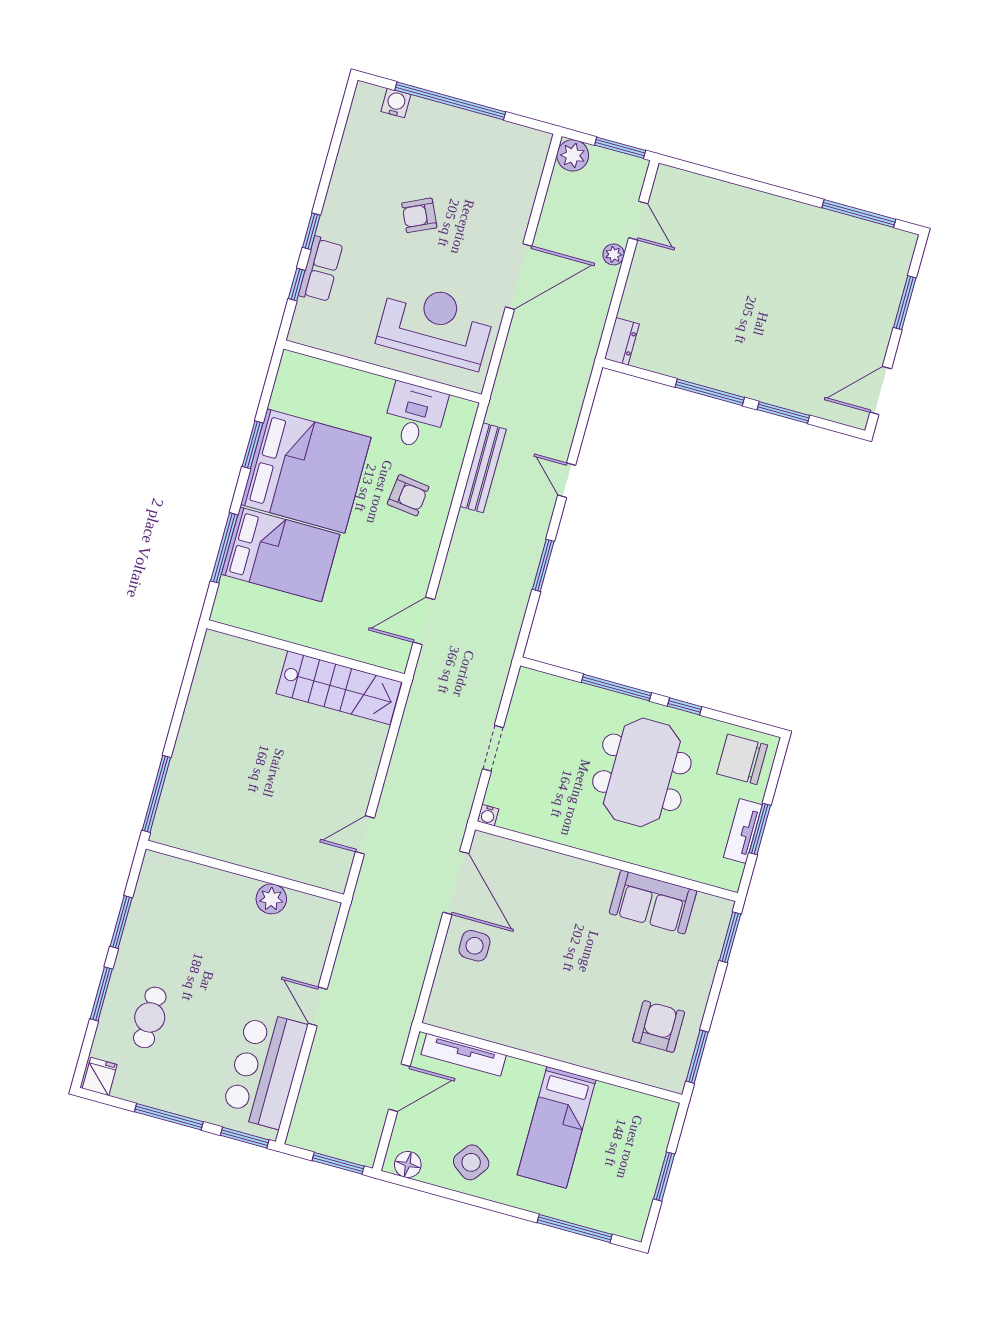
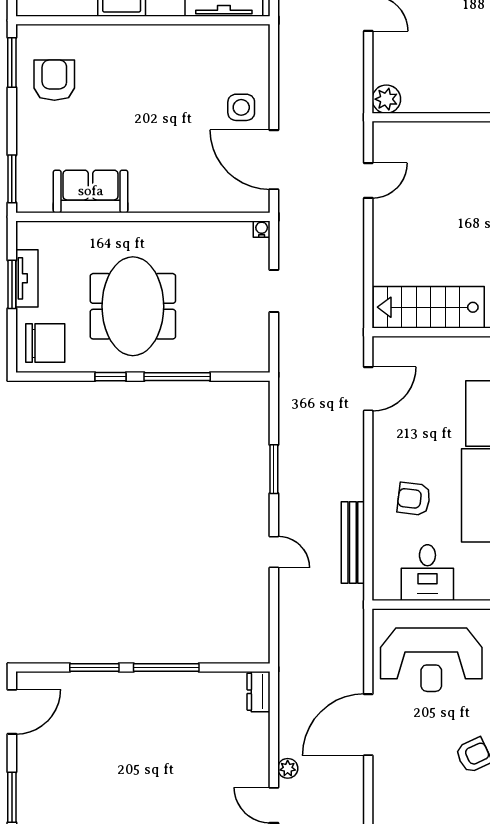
plant: (271, 899) -> (386, 99), moved
armchair: (659, 1027) -> (54, 80), turned 180

